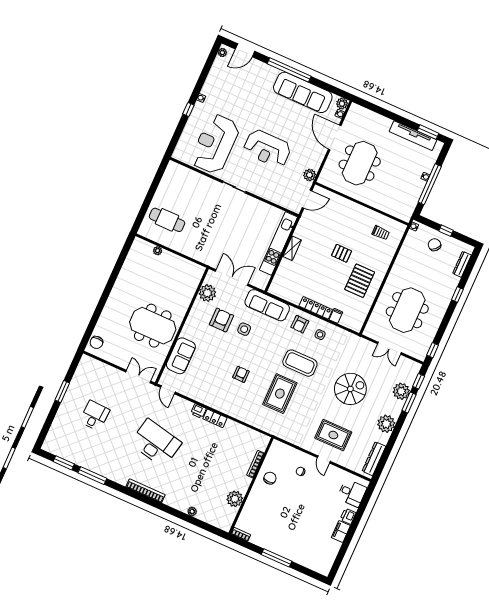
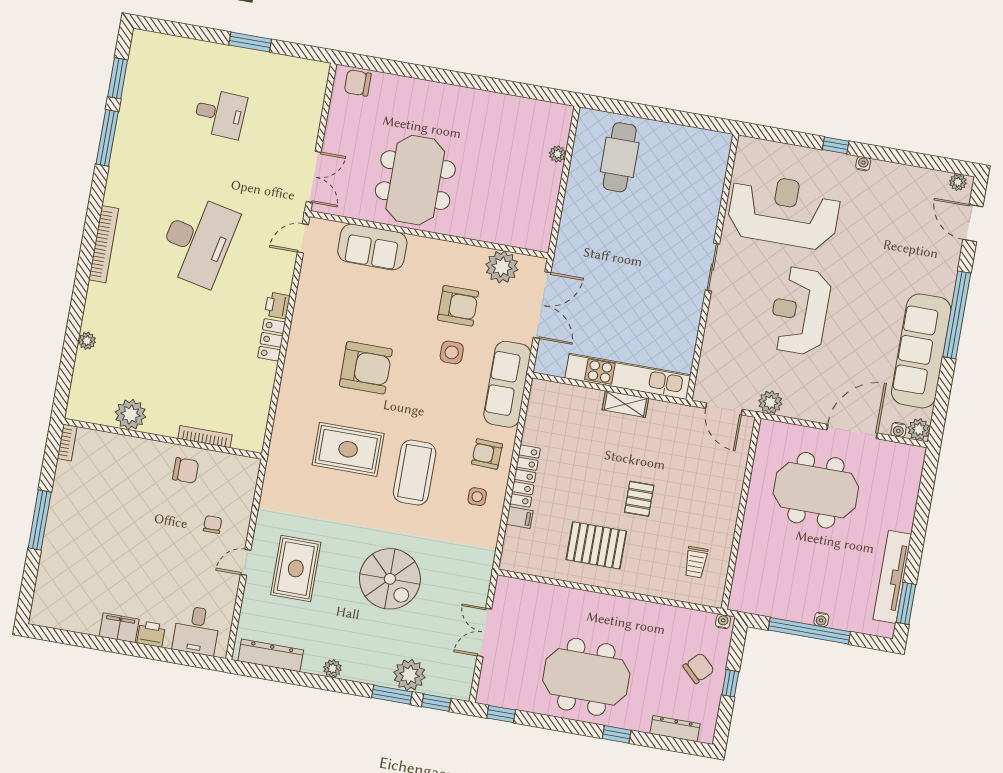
meeting table: (407, 310) -> (586, 677), moved
armchair: (241, 374) -> (366, 368), width x1.88, depth x1.88
plant: (386, 424) -> (332, 668), width x0.53, depth x0.53

